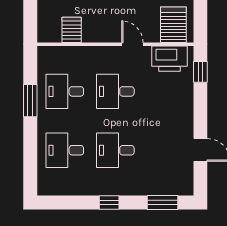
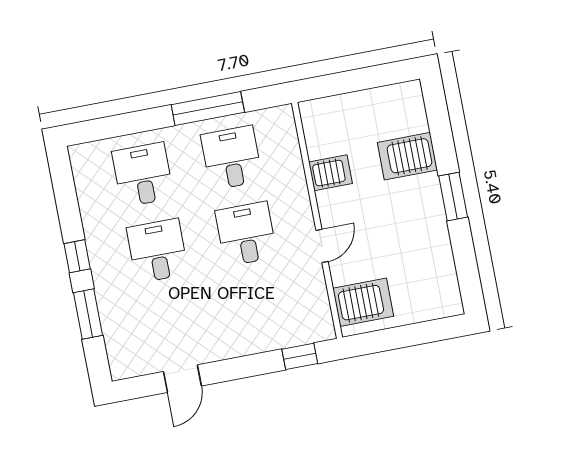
server rack: (72, 30) -> (331, 173), moved
printer: (170, 59) -> (311, 306), removed
window: (30, 101) -> (208, 108), width x1.44
window: (162, 202) -> (88, 314), moved

